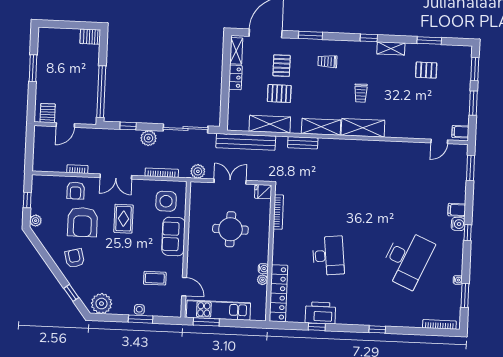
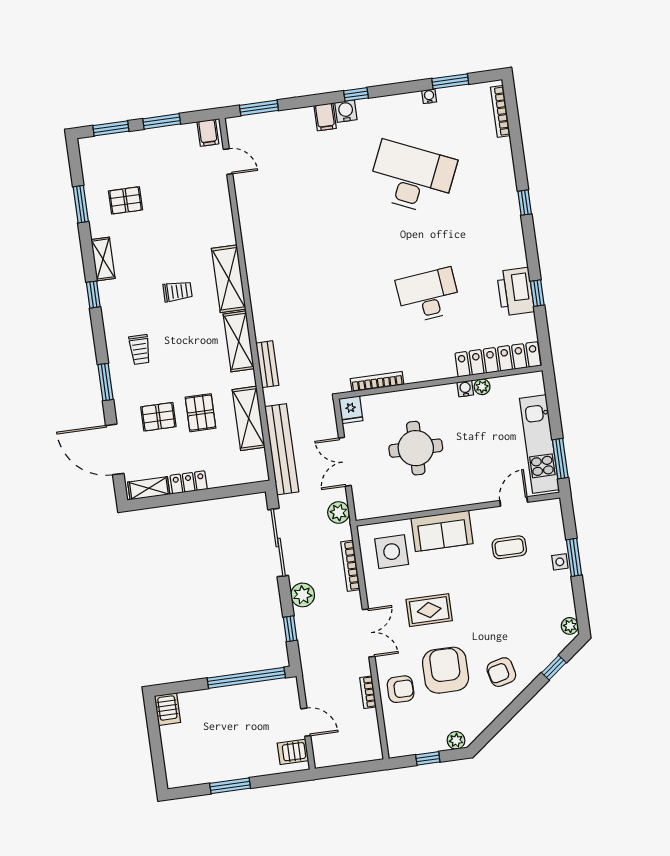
pallet: (426, 70) -> (126, 200), turned 90
armchair: (82, 222) -> (446, 670), turned -90
coffee table: (155, 278) -> (509, 547), turned 90
plant: (101, 304) -> (570, 626), width x0.53, depth x0.53

